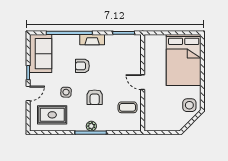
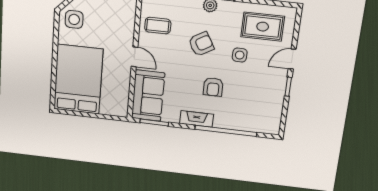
sofa: (41, 54) -> (148, 96), moved, turned 180
armchair: (82, 66) -> (213, 87), turned 90
armchair: (95, 97) -> (201, 44), turned 60

